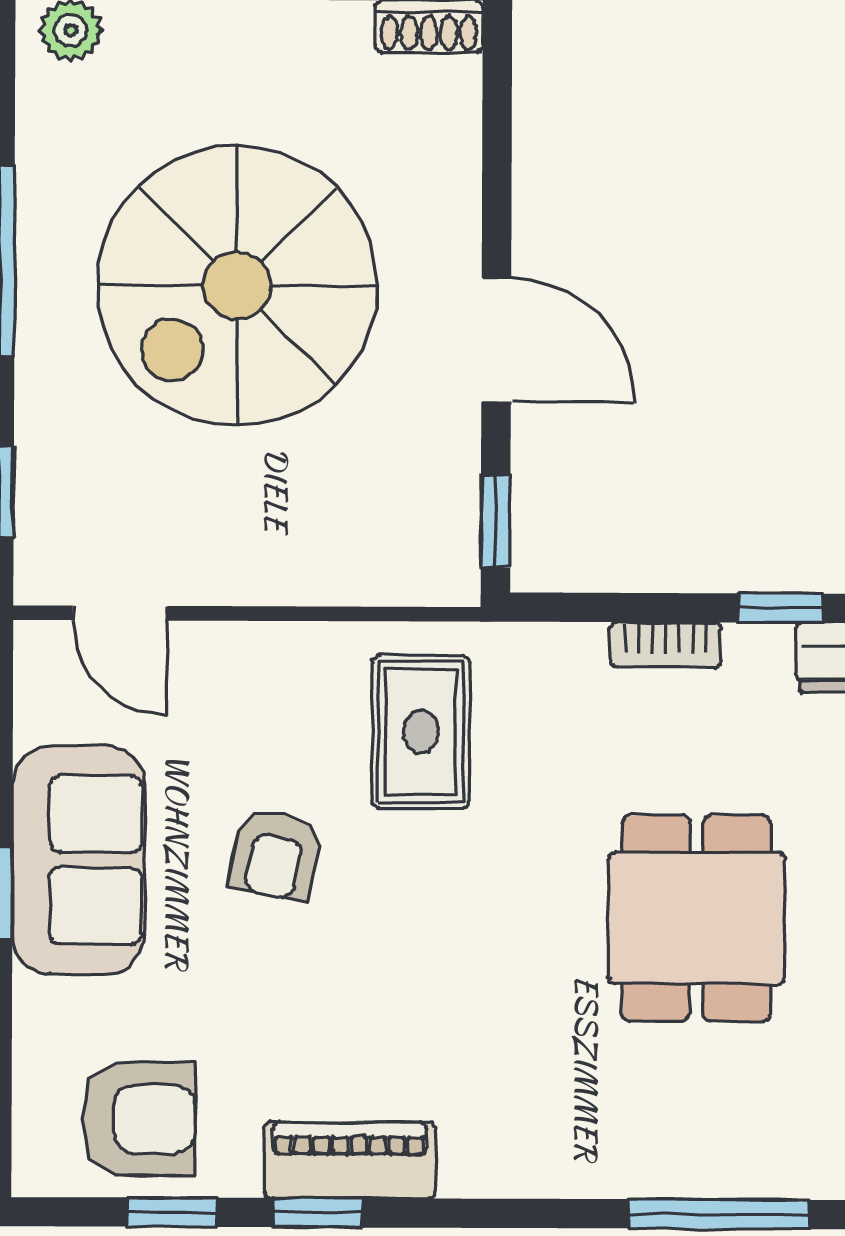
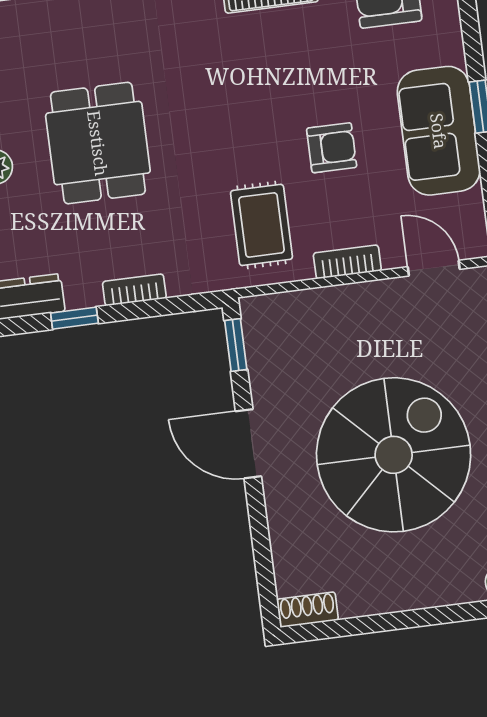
bookcase: (275, 645) -> (347, 262), added
armchair: (276, 854) -> (332, 148), turned 79

